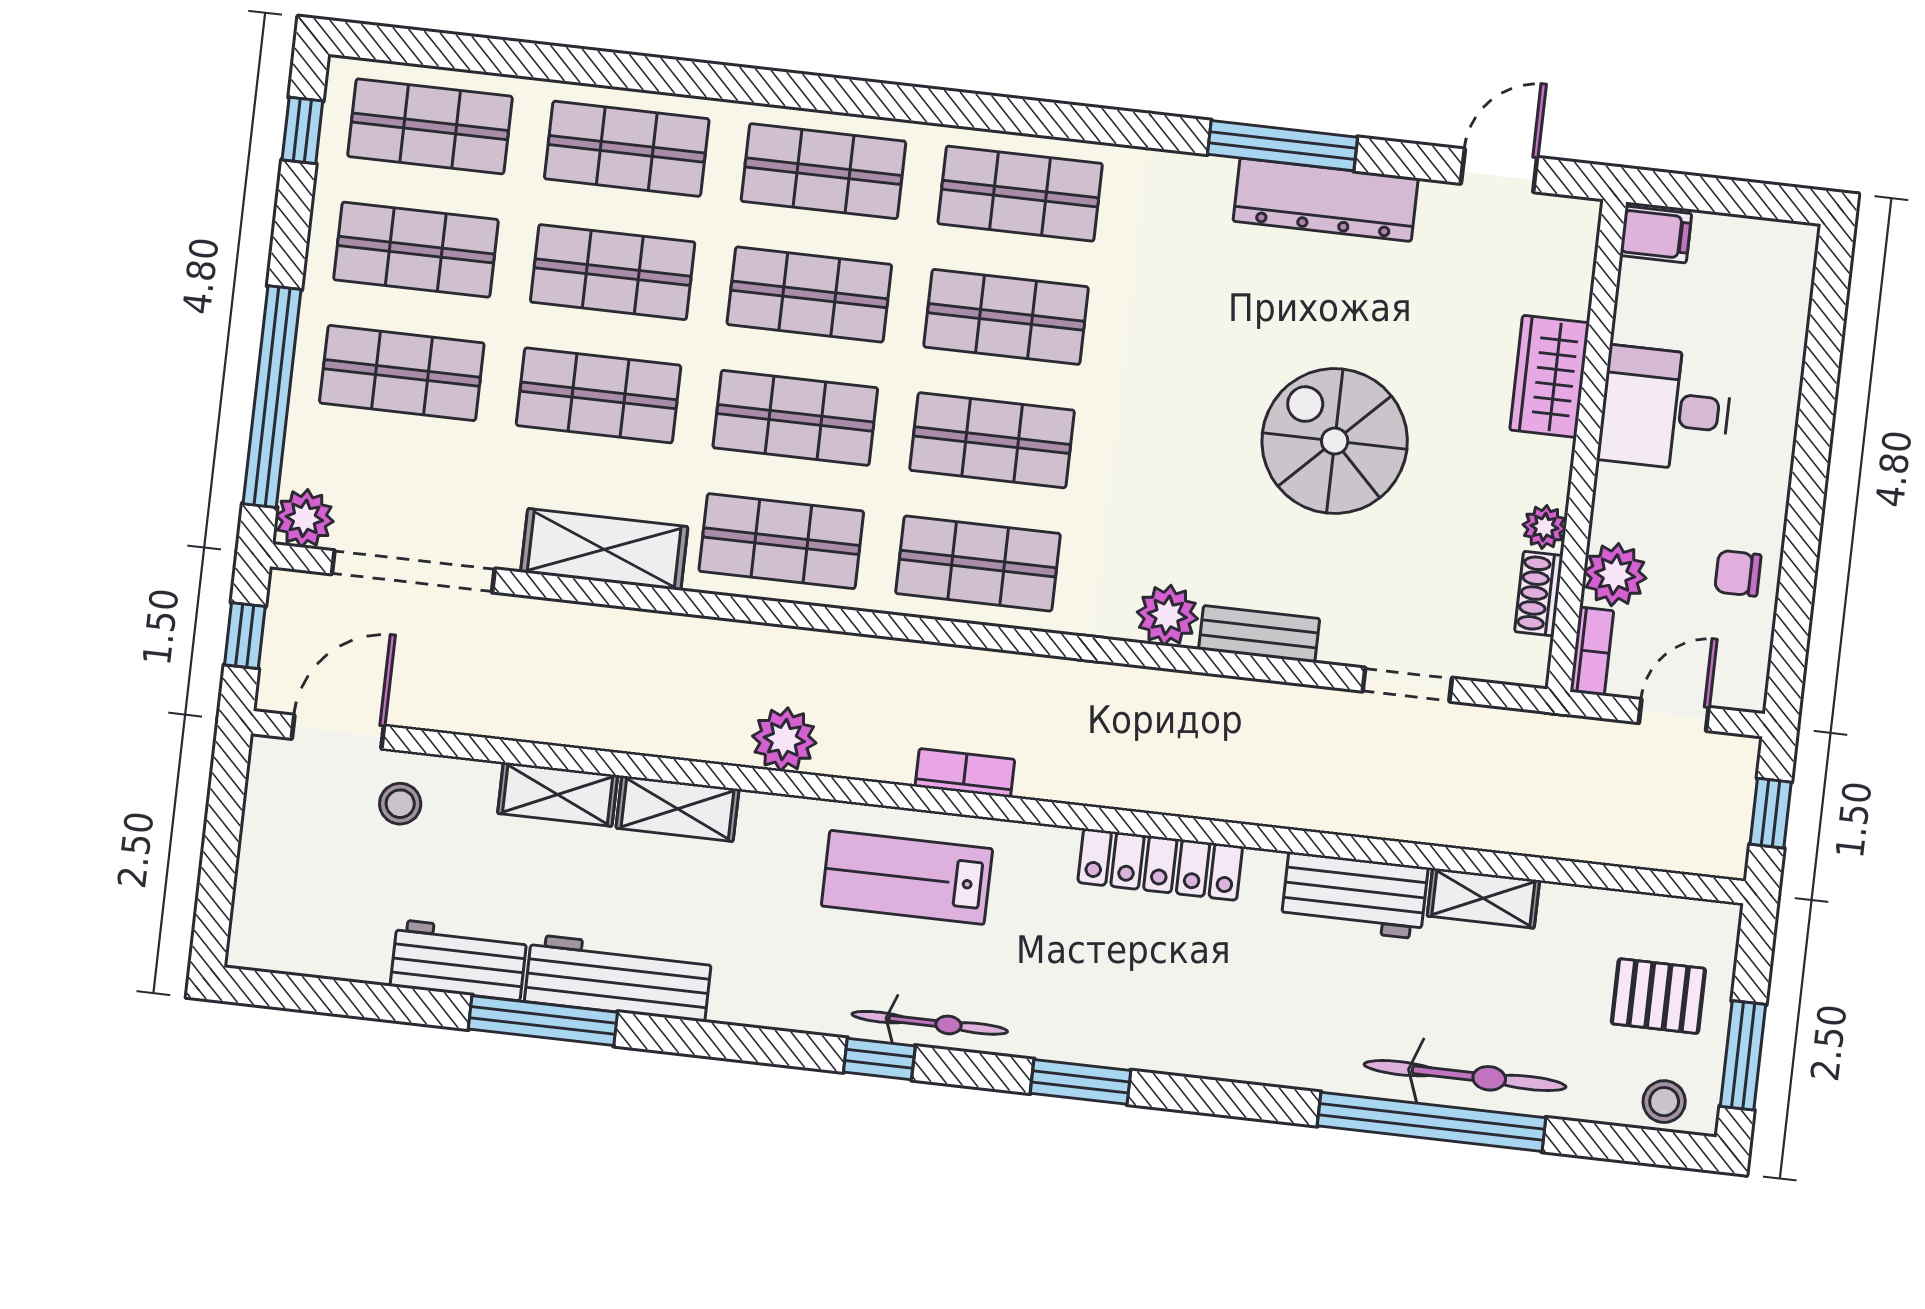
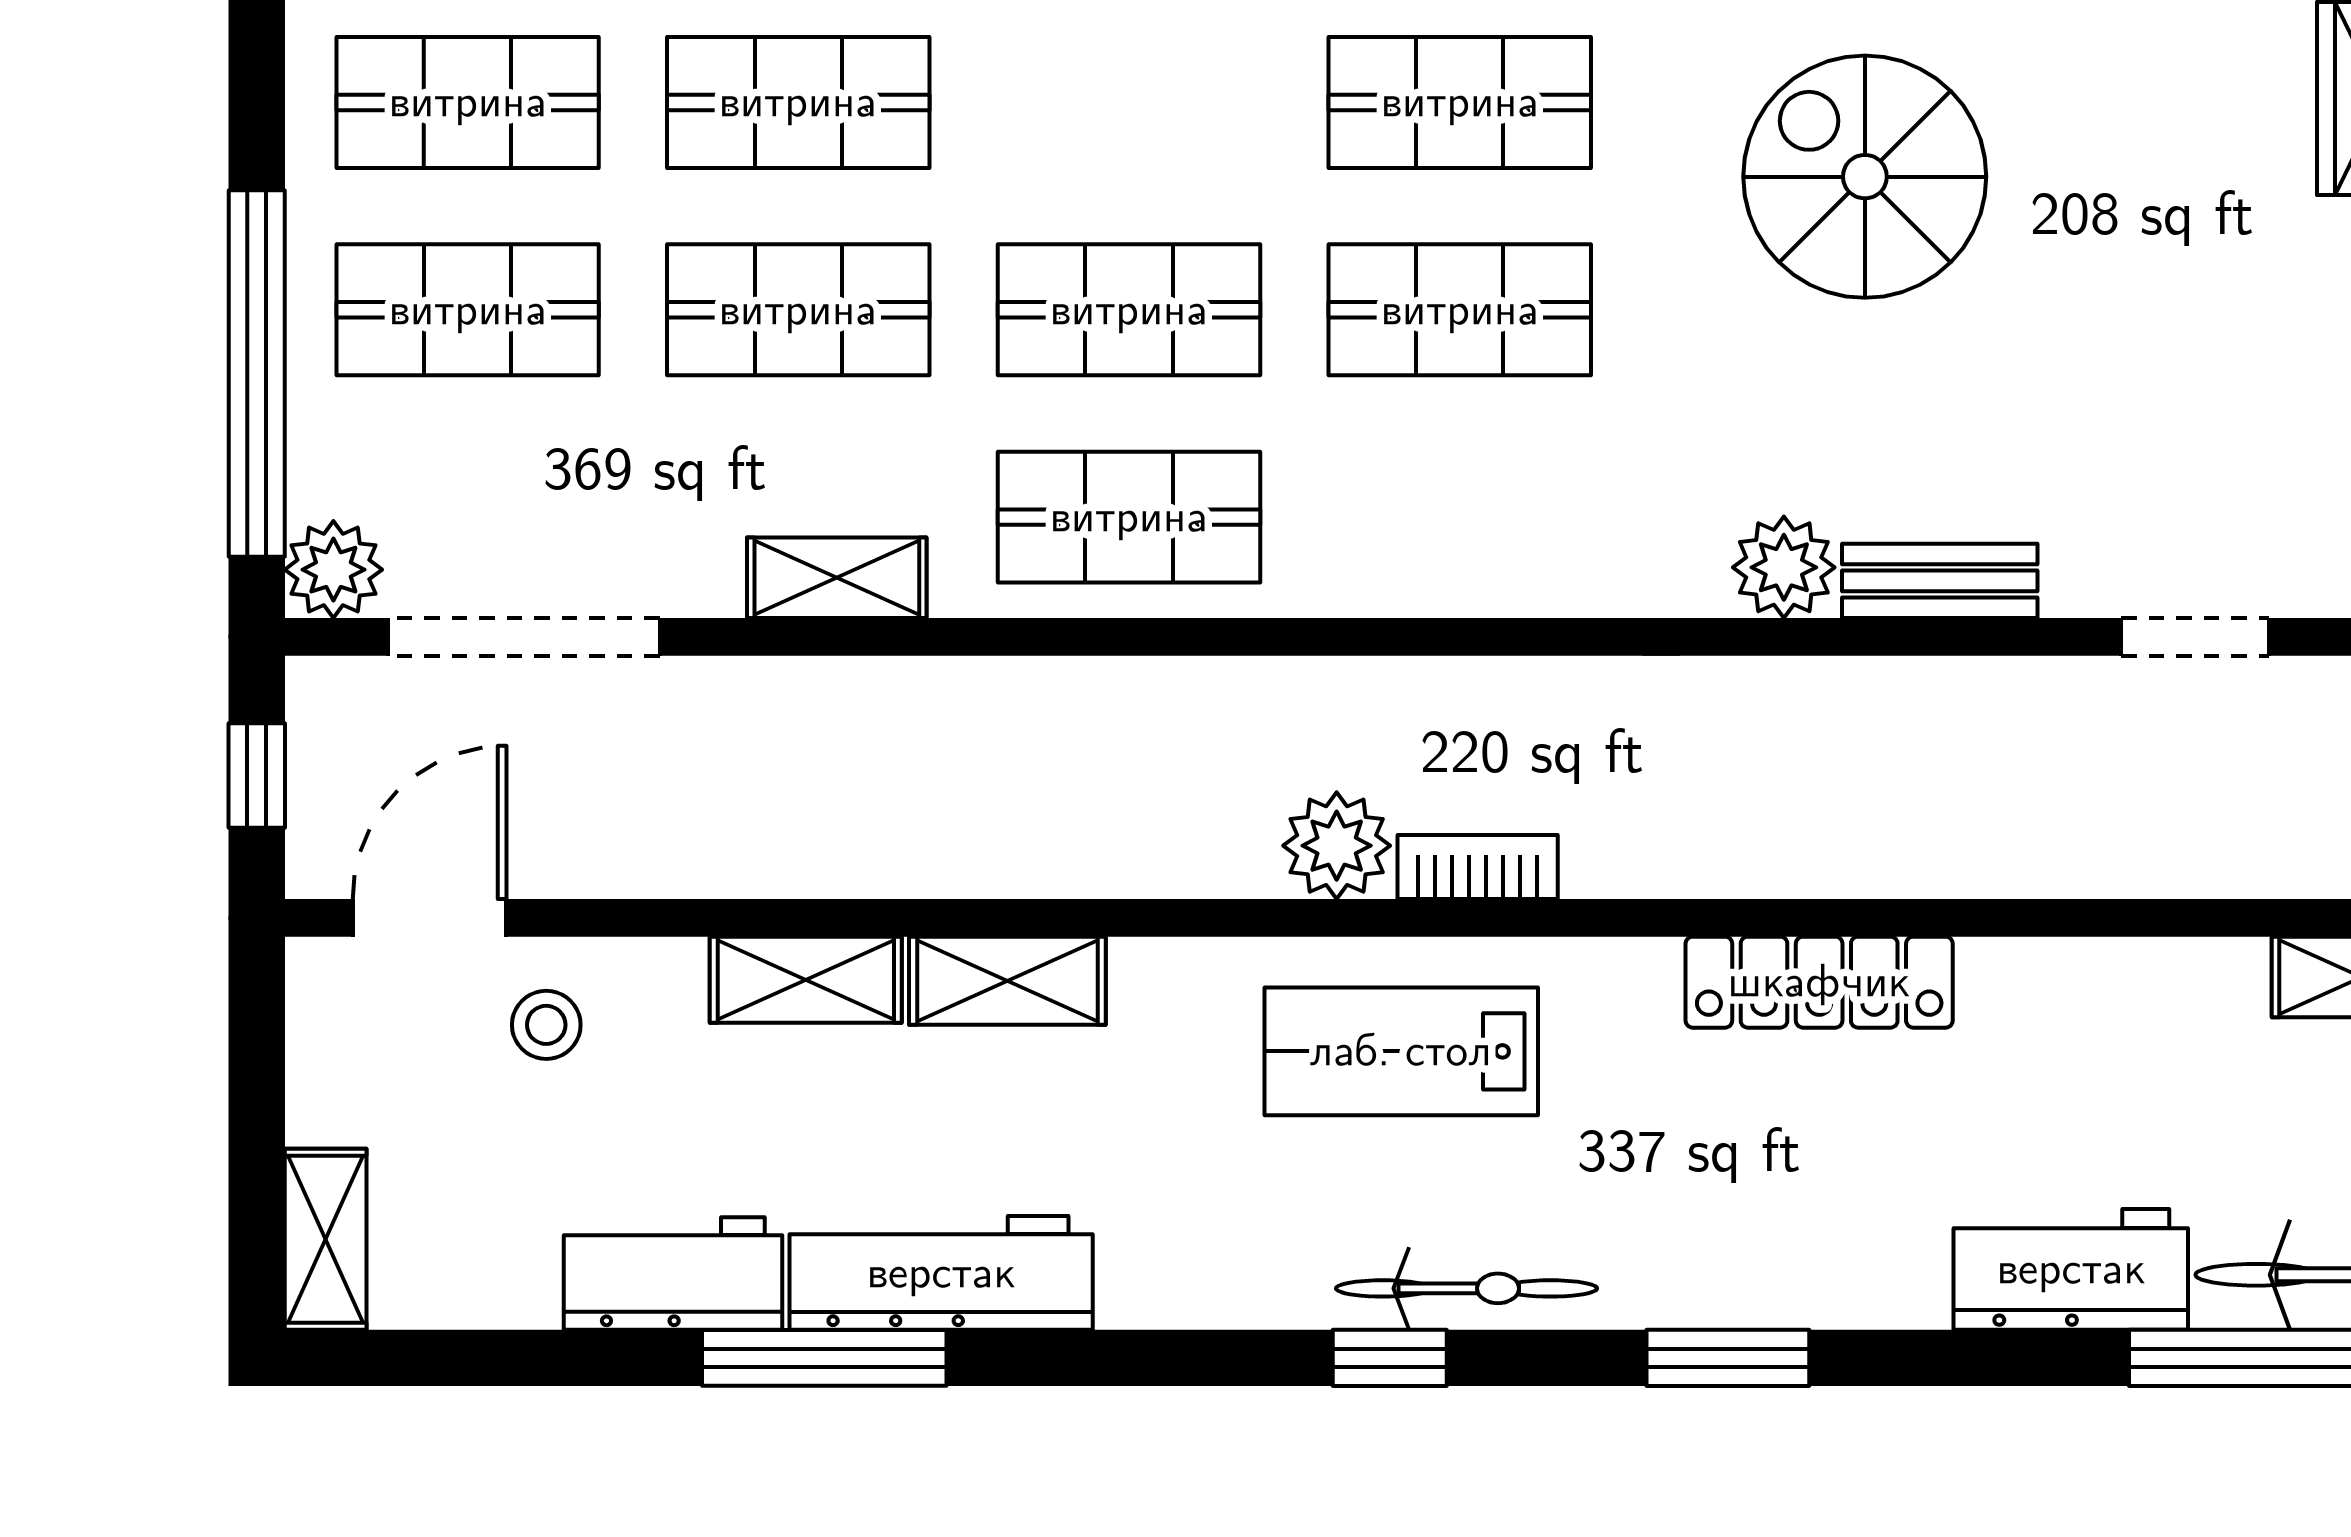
shop shelf: (809, 294) -> (1129, 102), removed
spiral stairs: (1335, 441) -> (1865, 177), moved
shelving: (604, 549) -> (837, 578), width x0.67, depth x0.75
shop shelf: (978, 564) -> (1460, 517), removed
plant: (784, 739) -> (1337, 846), moved
workbench: (1354, 896) -> (2071, 1269), moved, turned 180
shelving: (254, 916) -> (326, 1239), added

